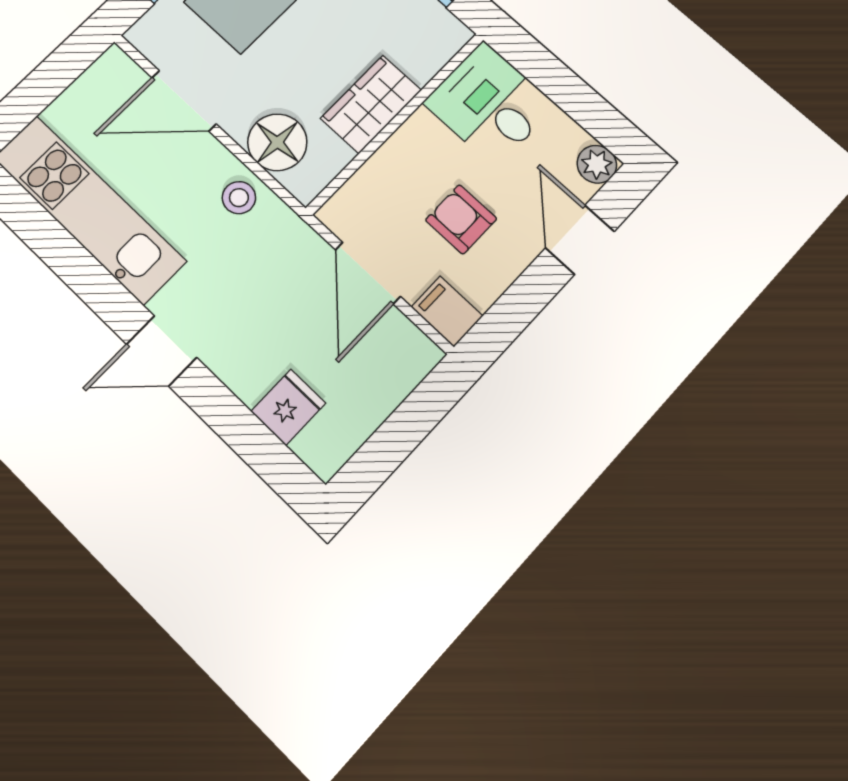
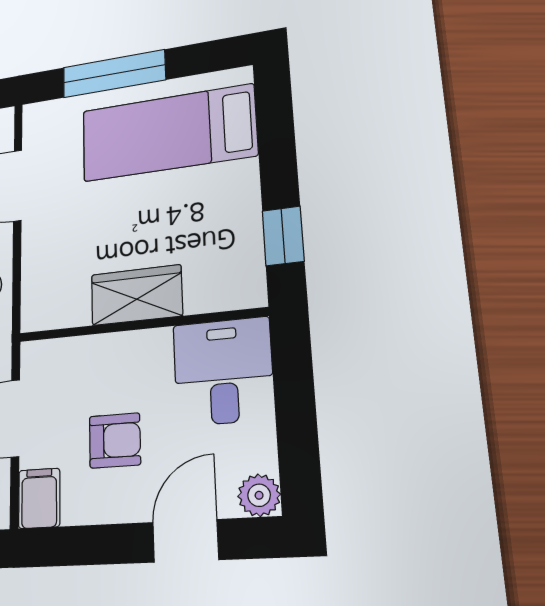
floor lamp: (277, 142) -> (48, 268), removed
armchair: (461, 219) -> (115, 440), turned 90

